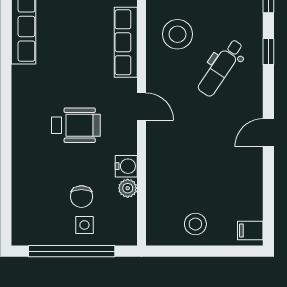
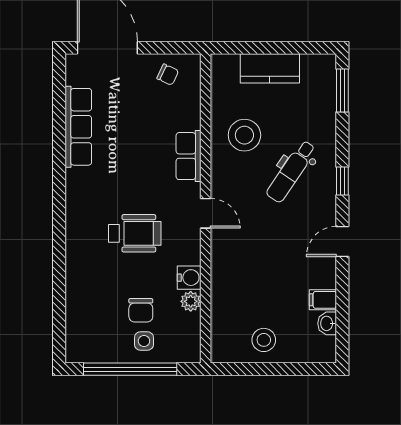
row of seats: (126, 42) -> (189, 156), width x0.68
window: (268, 51) -> (342, 181), moved
washbasin: (254, 209) -> (327, 323), added
filing cabinet: (250, 231) -> (323, 300), moved

